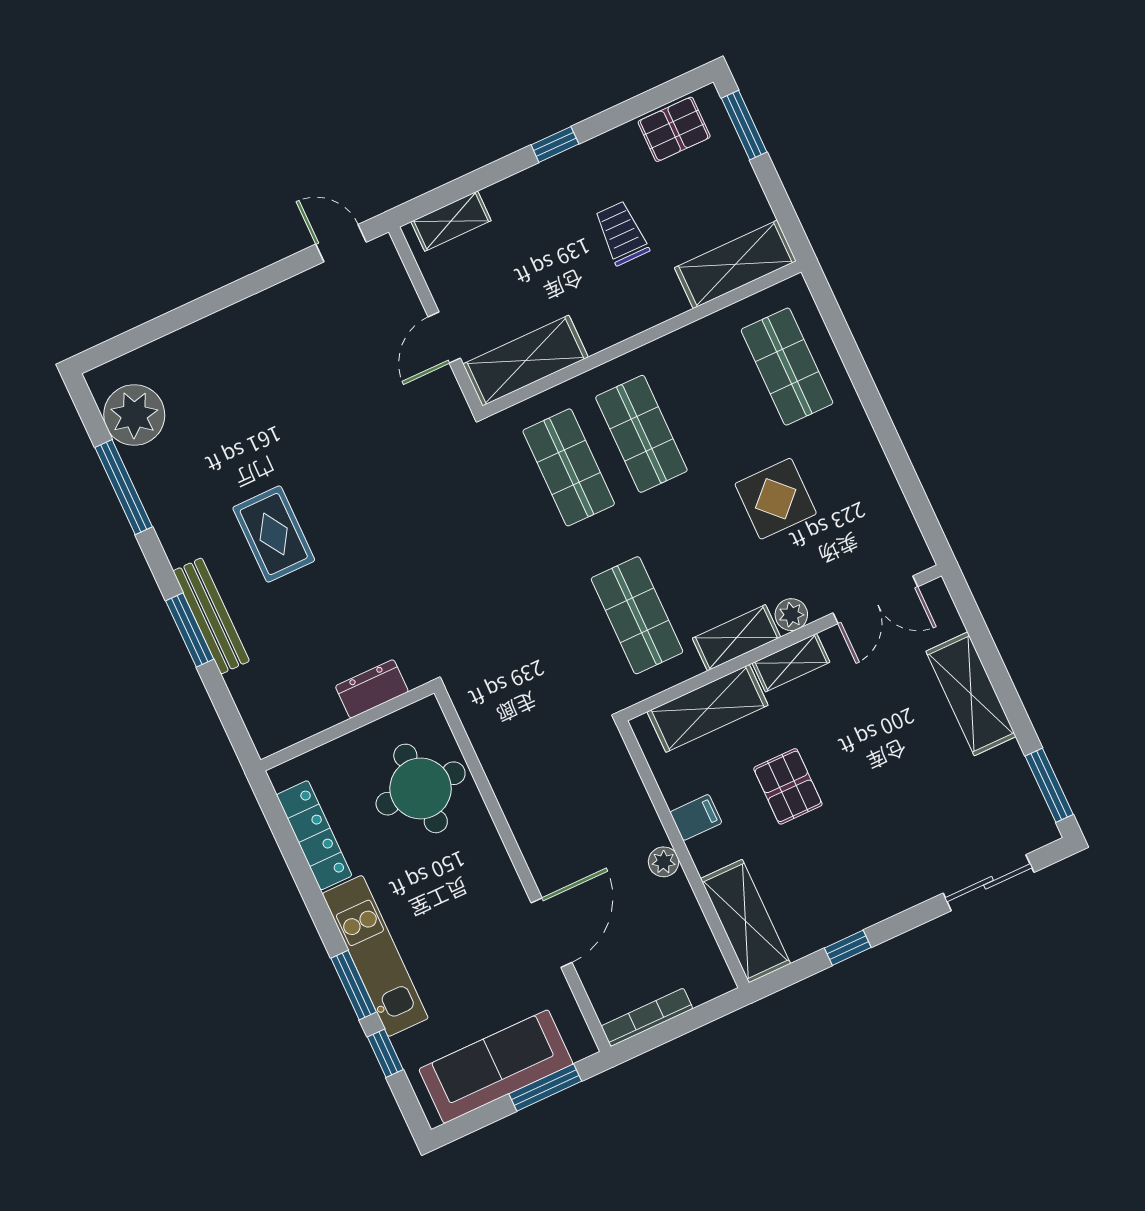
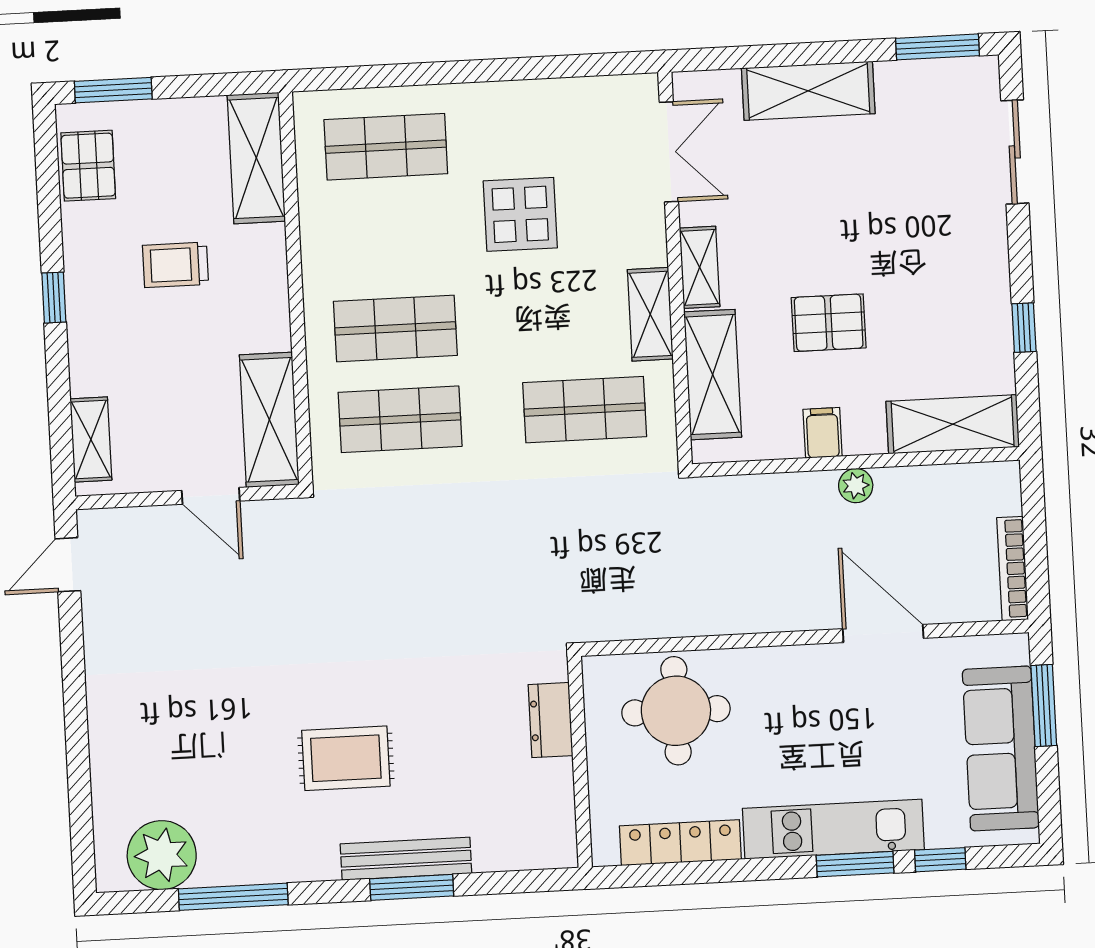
plant: (791, 615) -> (649, 247), removed

